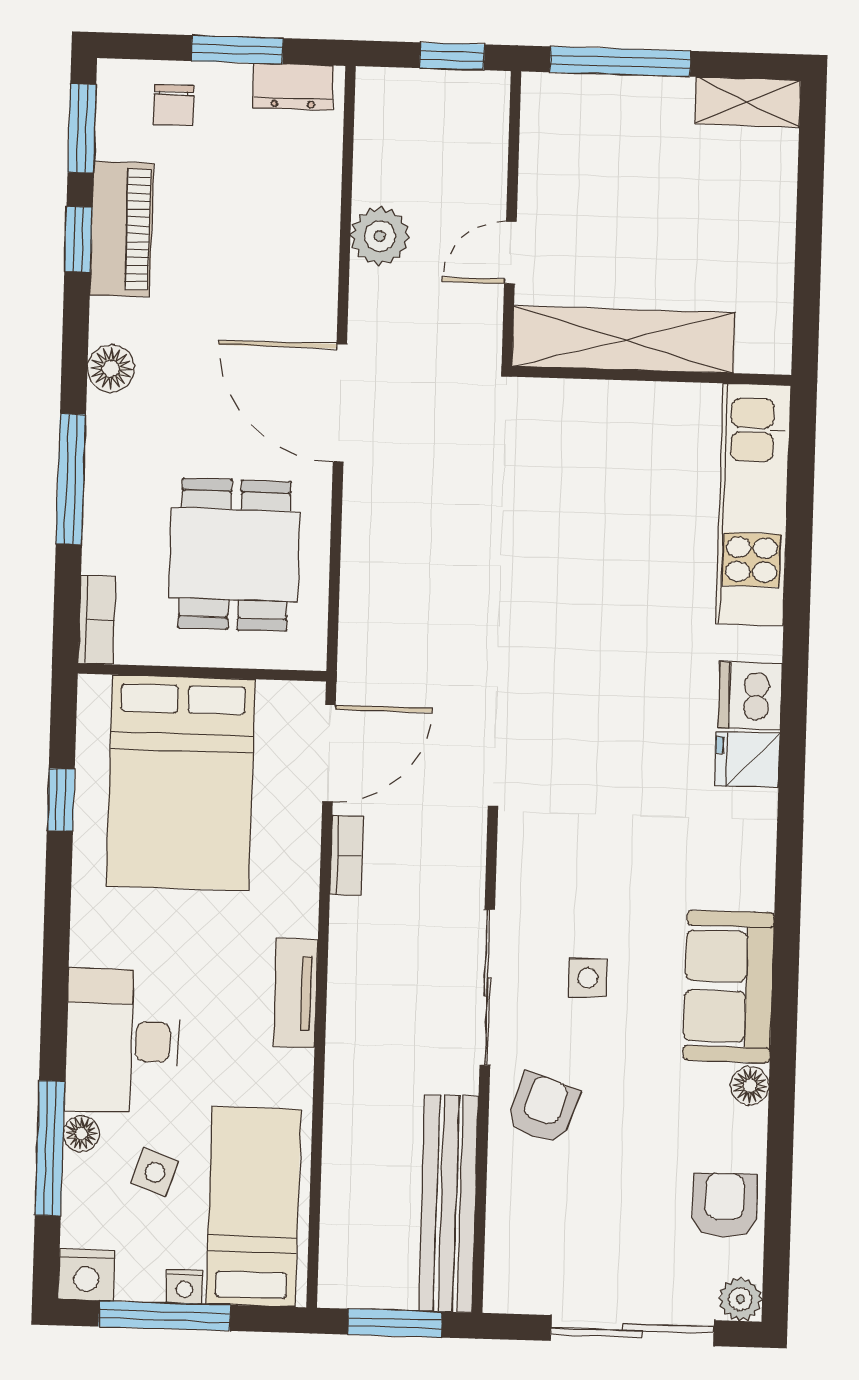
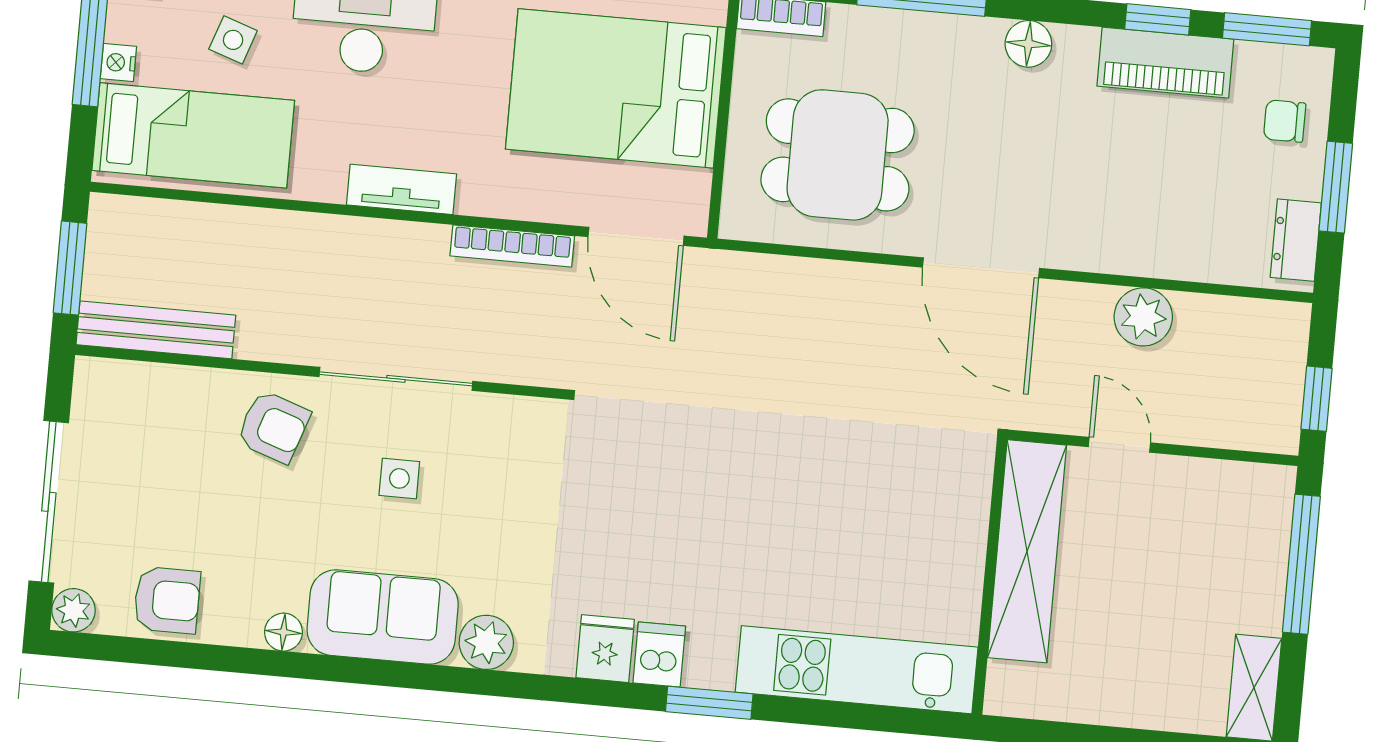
door: (340, 403) -> (981, 268), swing flipped
window: (796, 651) -> (709, 703), added
dishwasher: (750, 696) -> (659, 655), width x0.73
bookcase: (347, 856) -> (512, 246), width x1.56
plant: (748, 880) -> (486, 642), added
bench: (448, 1204) -> (156, 330), width x0.73, depth x0.82

